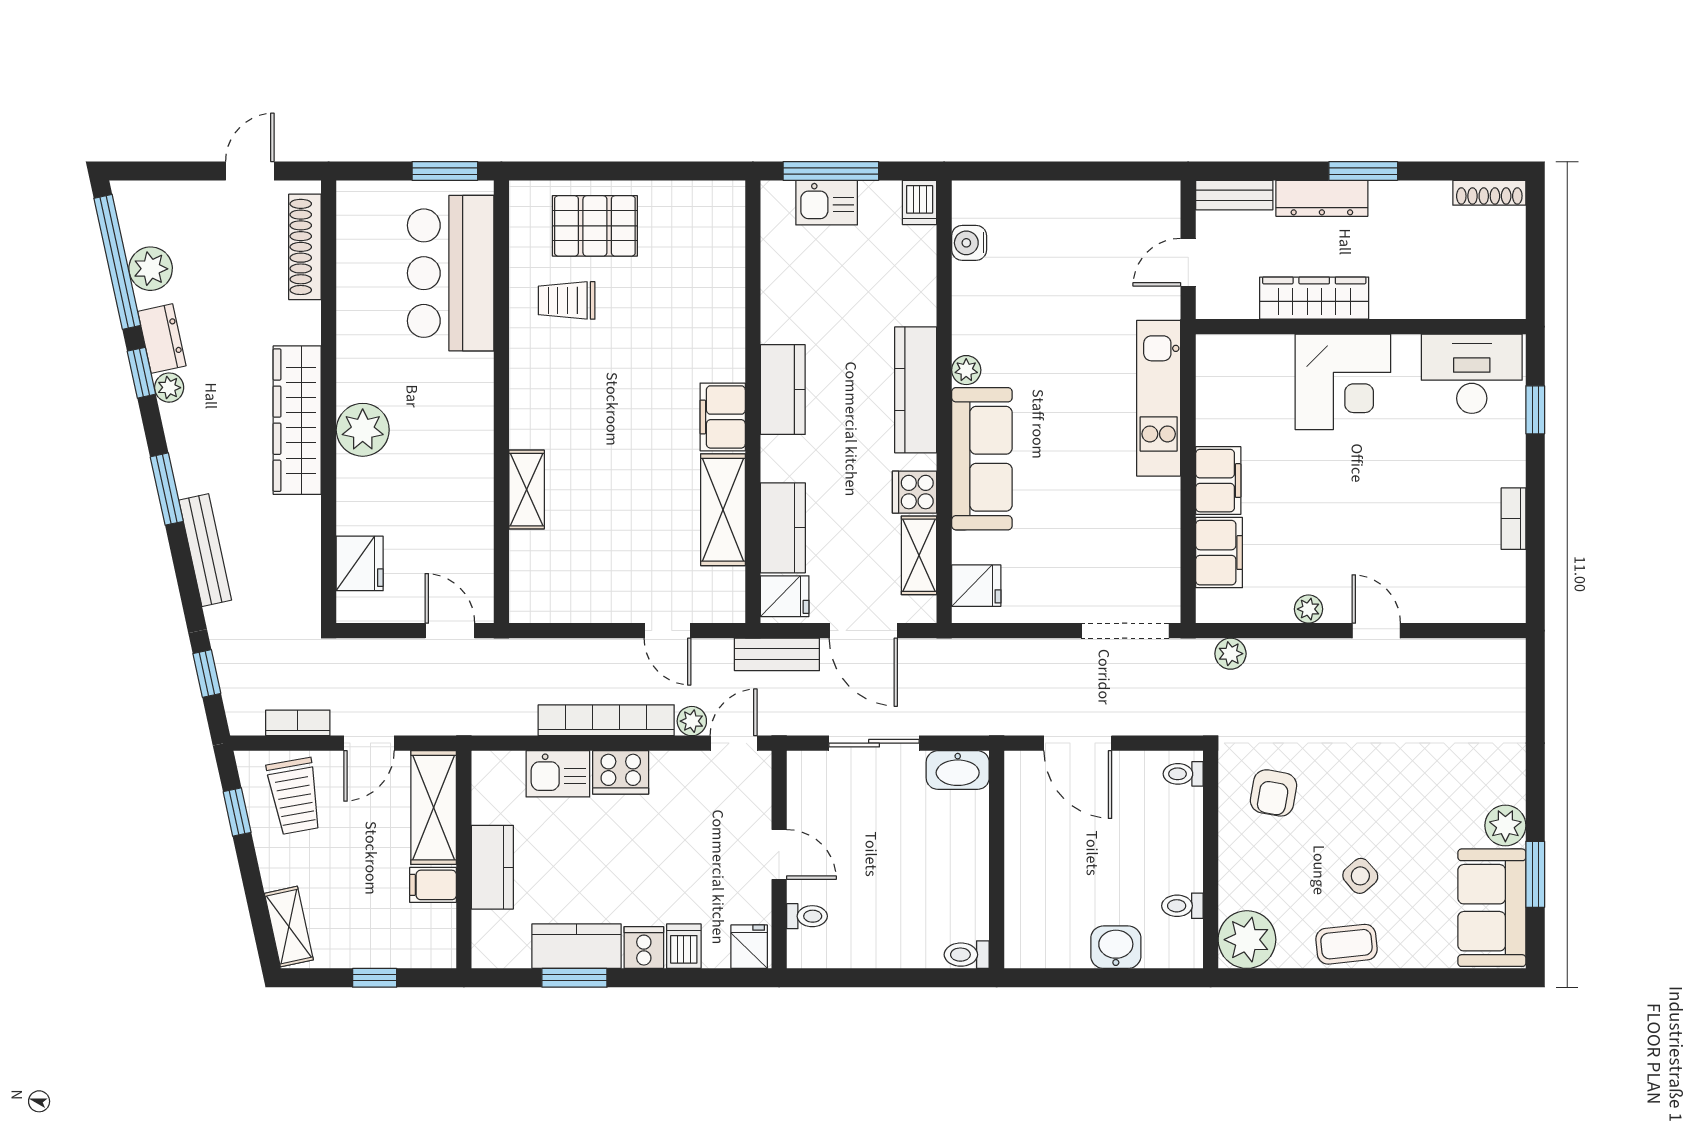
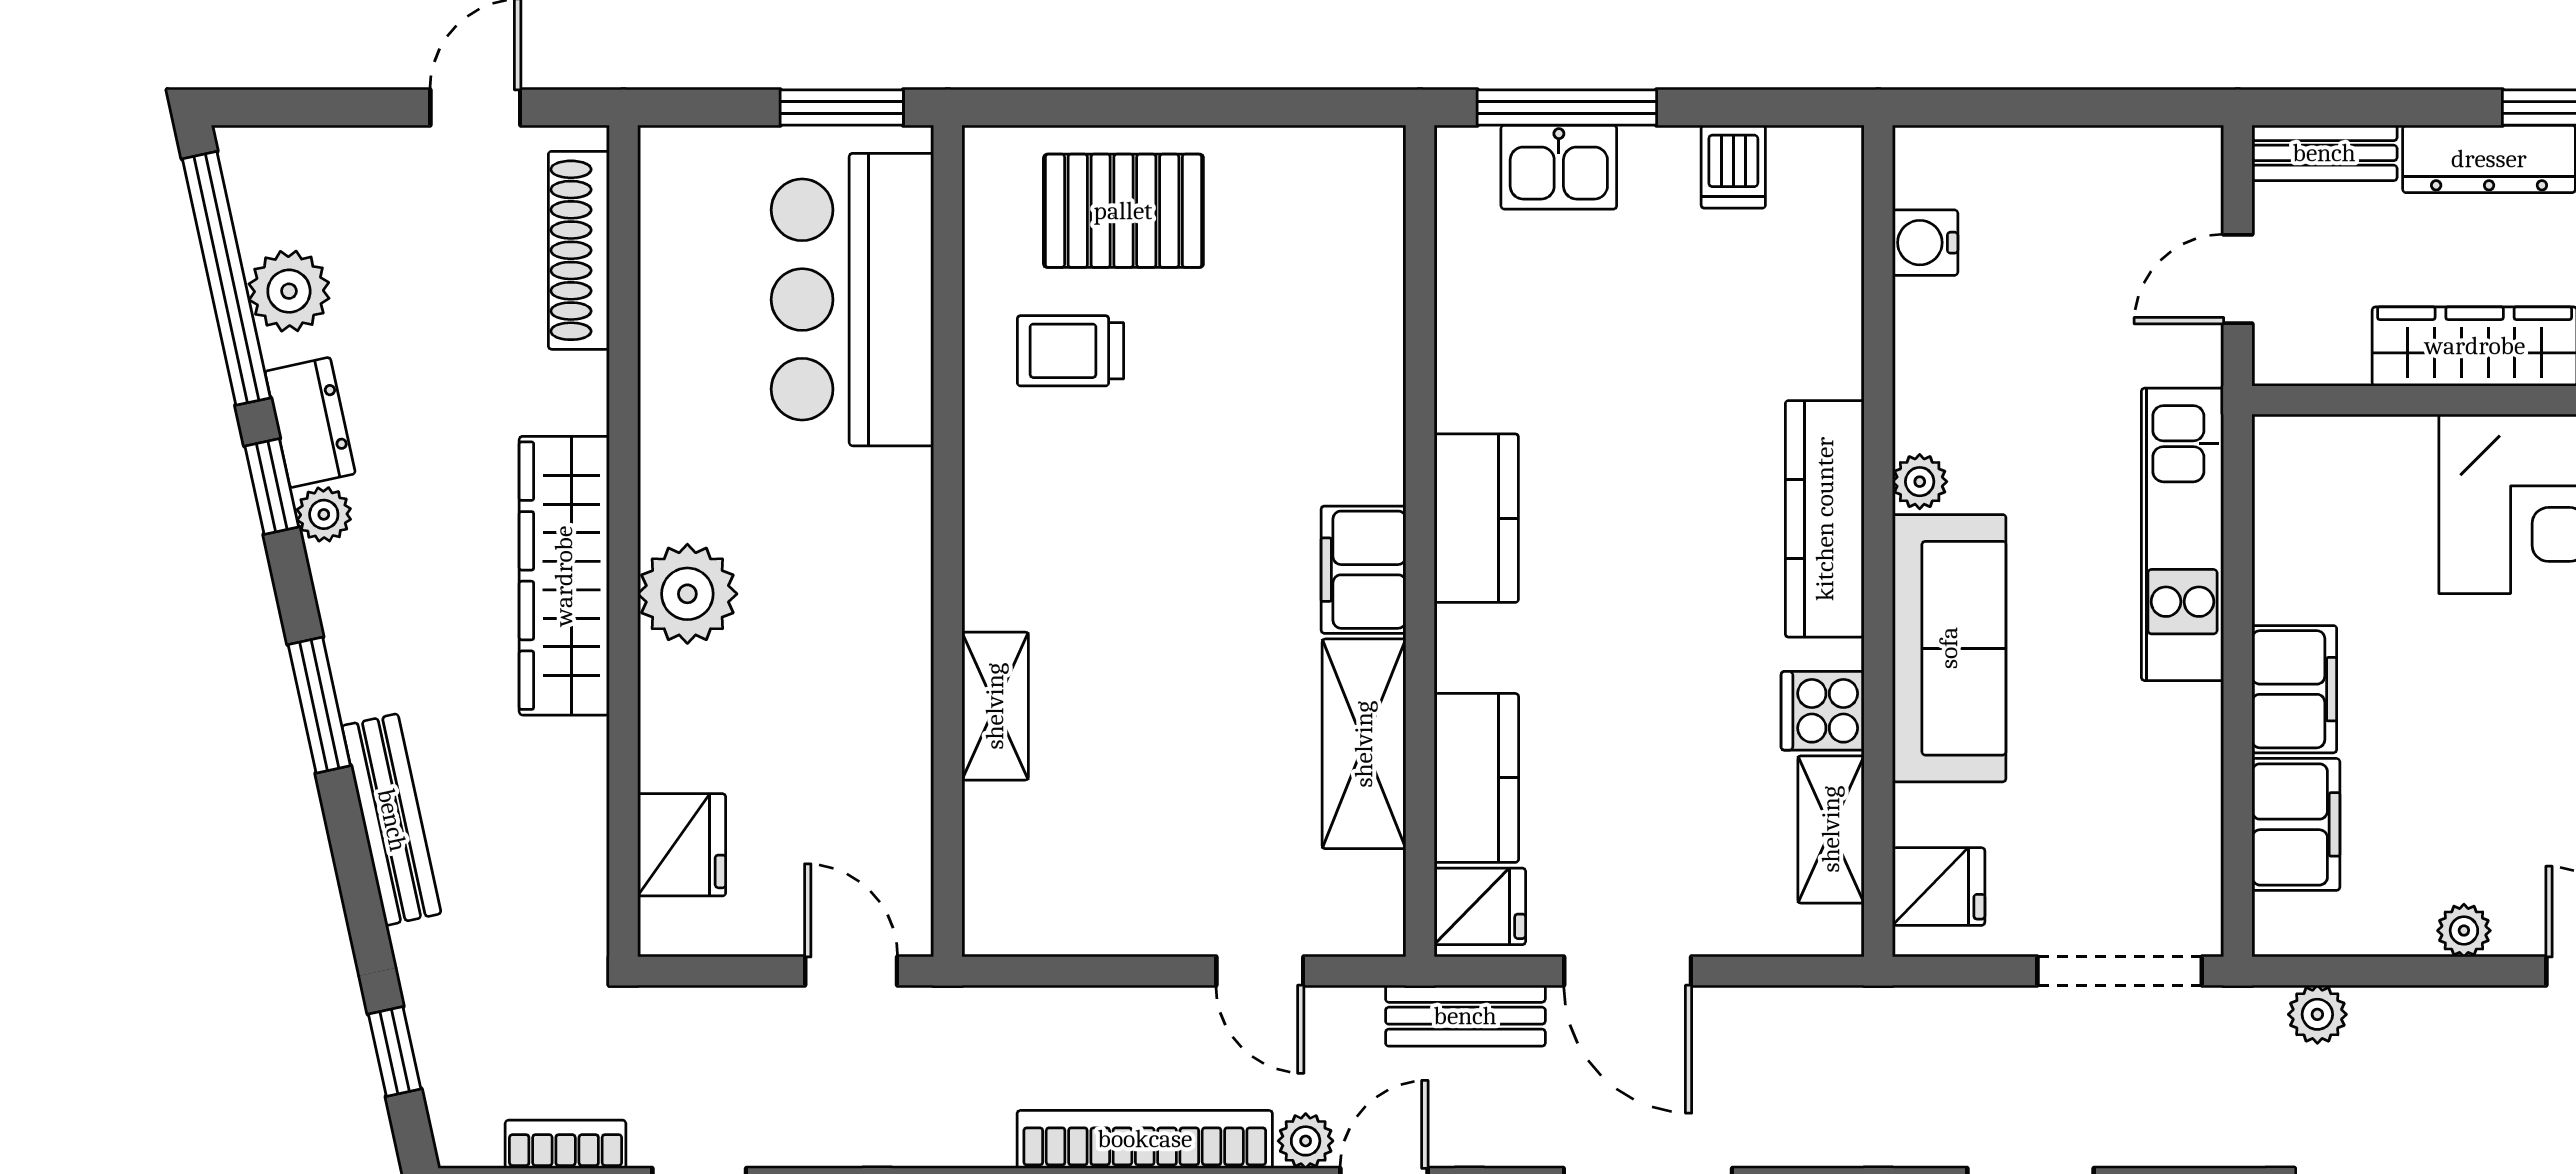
water cooler: (969, 243) -> (1925, 243), moved
plant: (966, 370) -> (1920, 482), moved
kitchen counter: (916, 390) -> (1825, 519), moved
wall: (944, 402) -> (1878, 541), moved
sofa: (982, 459) -> (1949, 648), moved
cooker: (915, 492) -> (1823, 711), moved
shelving: (919, 555) -> (1831, 829), moved
fridge: (976, 586) -> (1939, 887), moved

